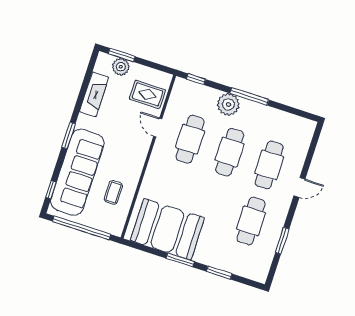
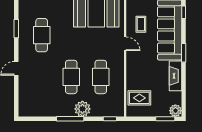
plant: (121, 67) -> (175, 111), moved
fireplace: (94, 94) -> (175, 76), moved
door: (158, 128) -> (125, 44), moved
cafe table: (269, 165) -> (42, 77), removed

